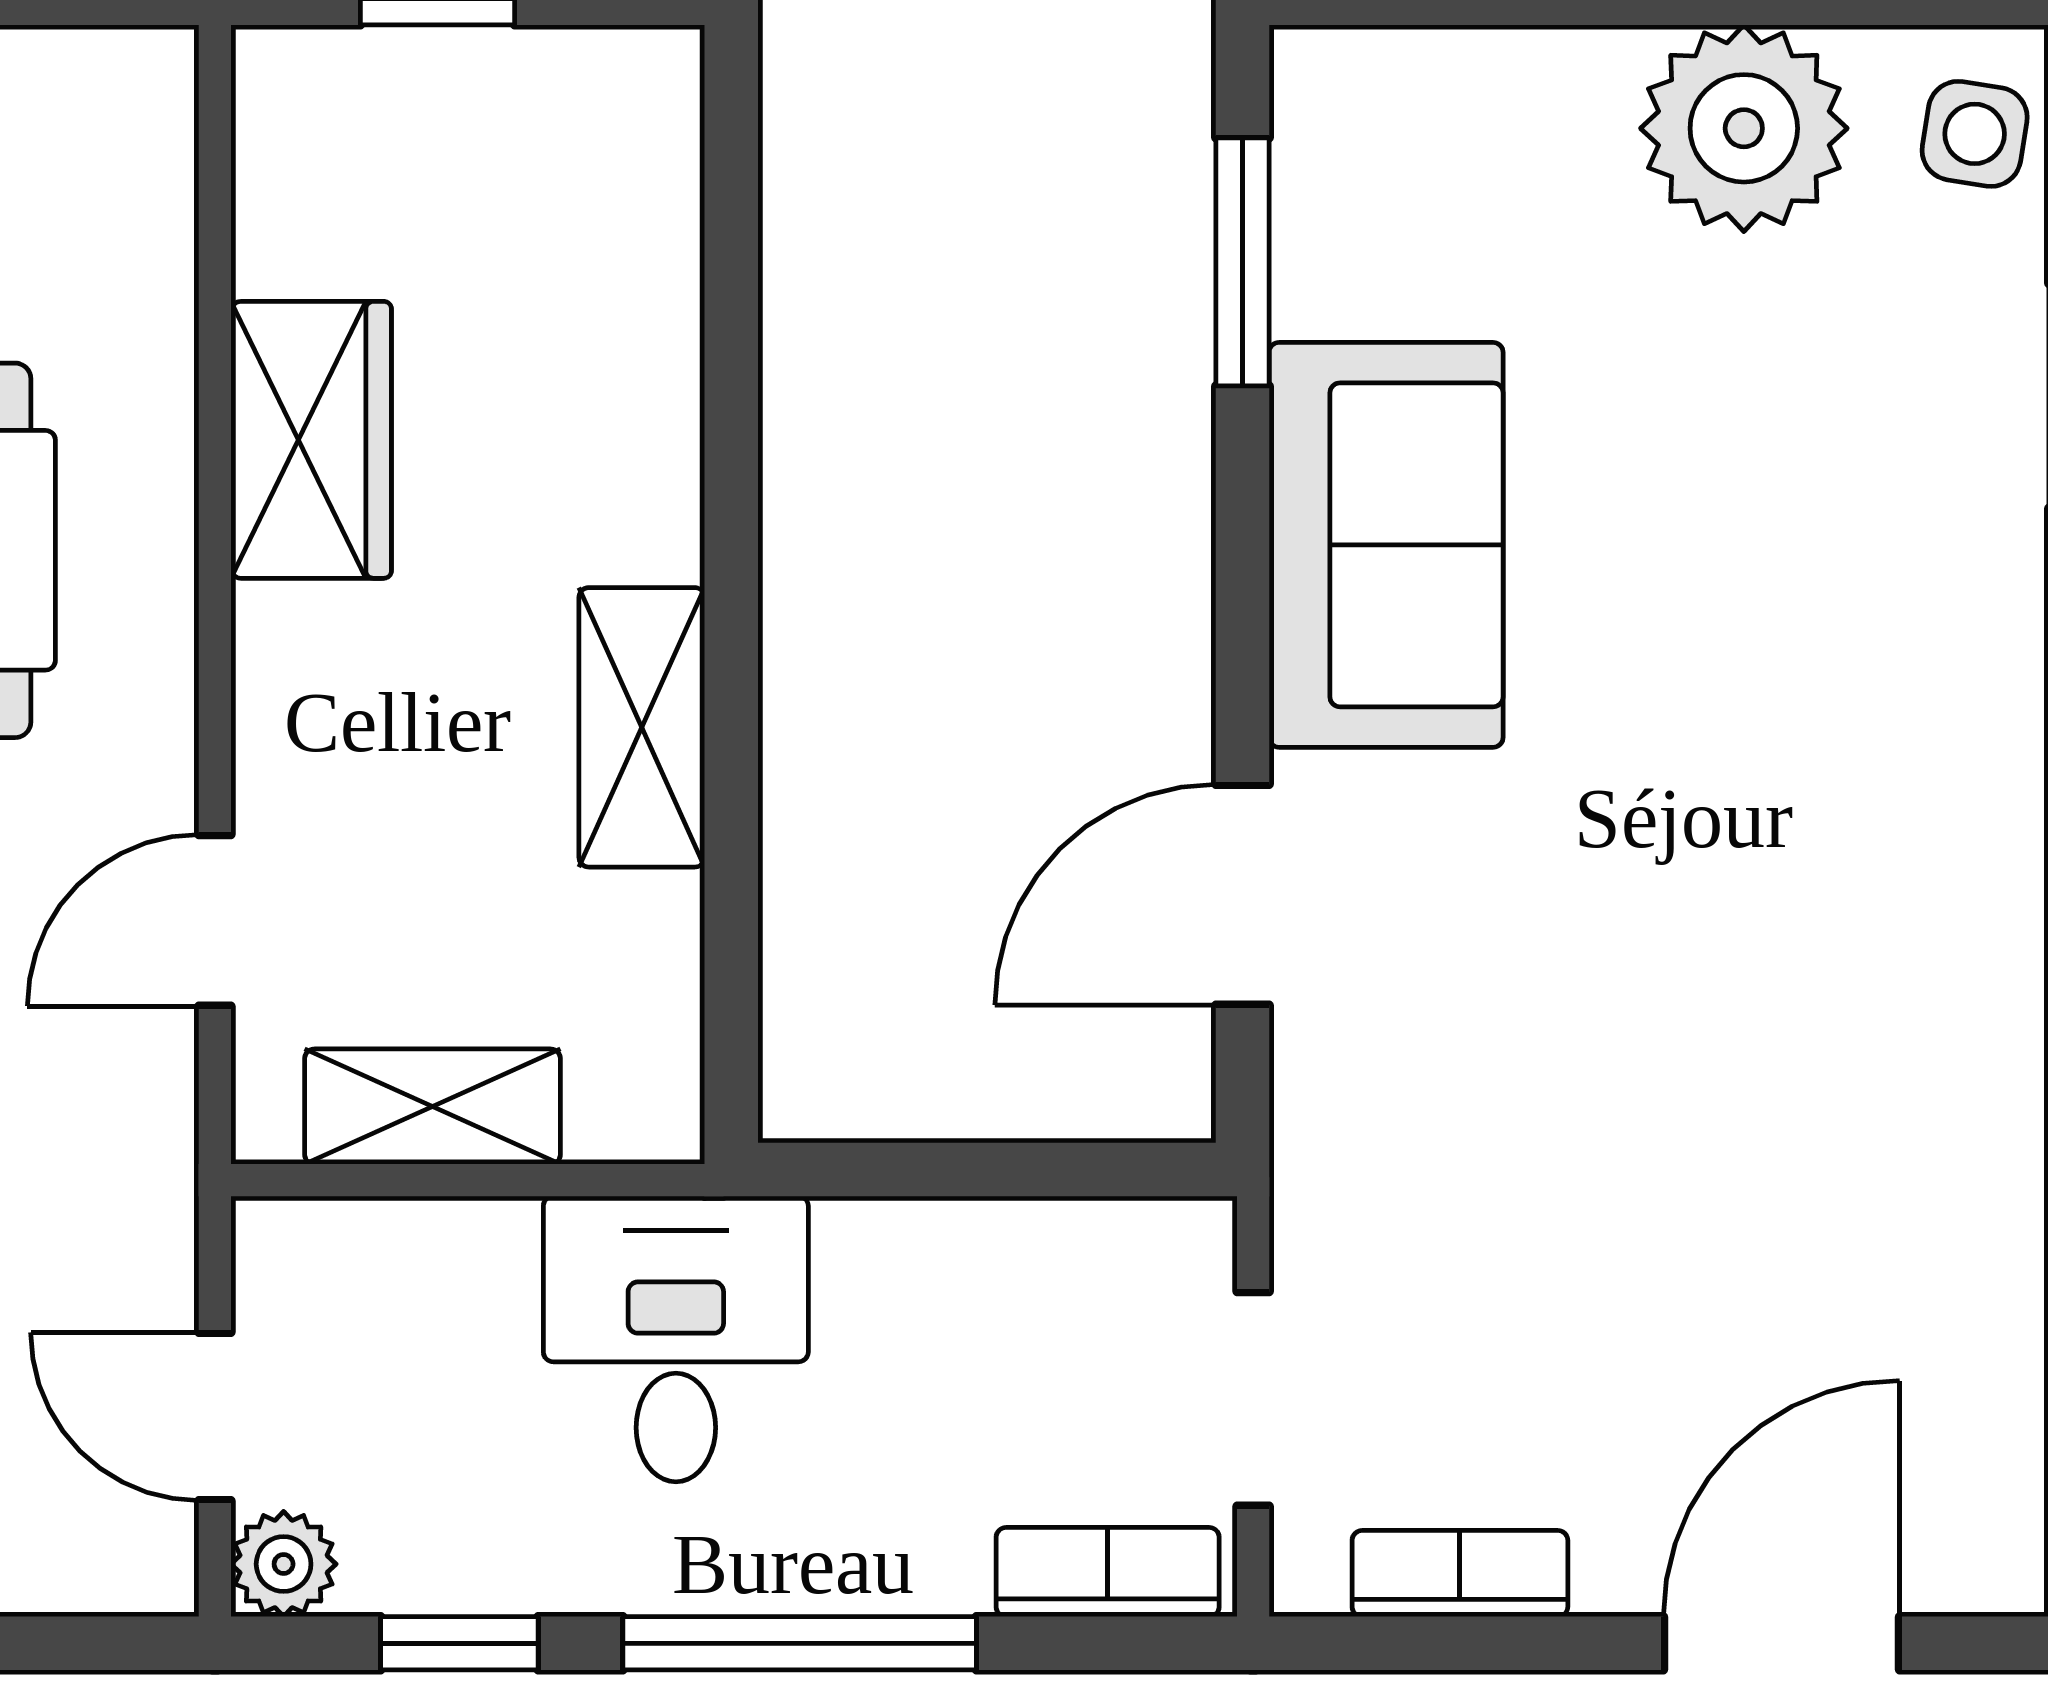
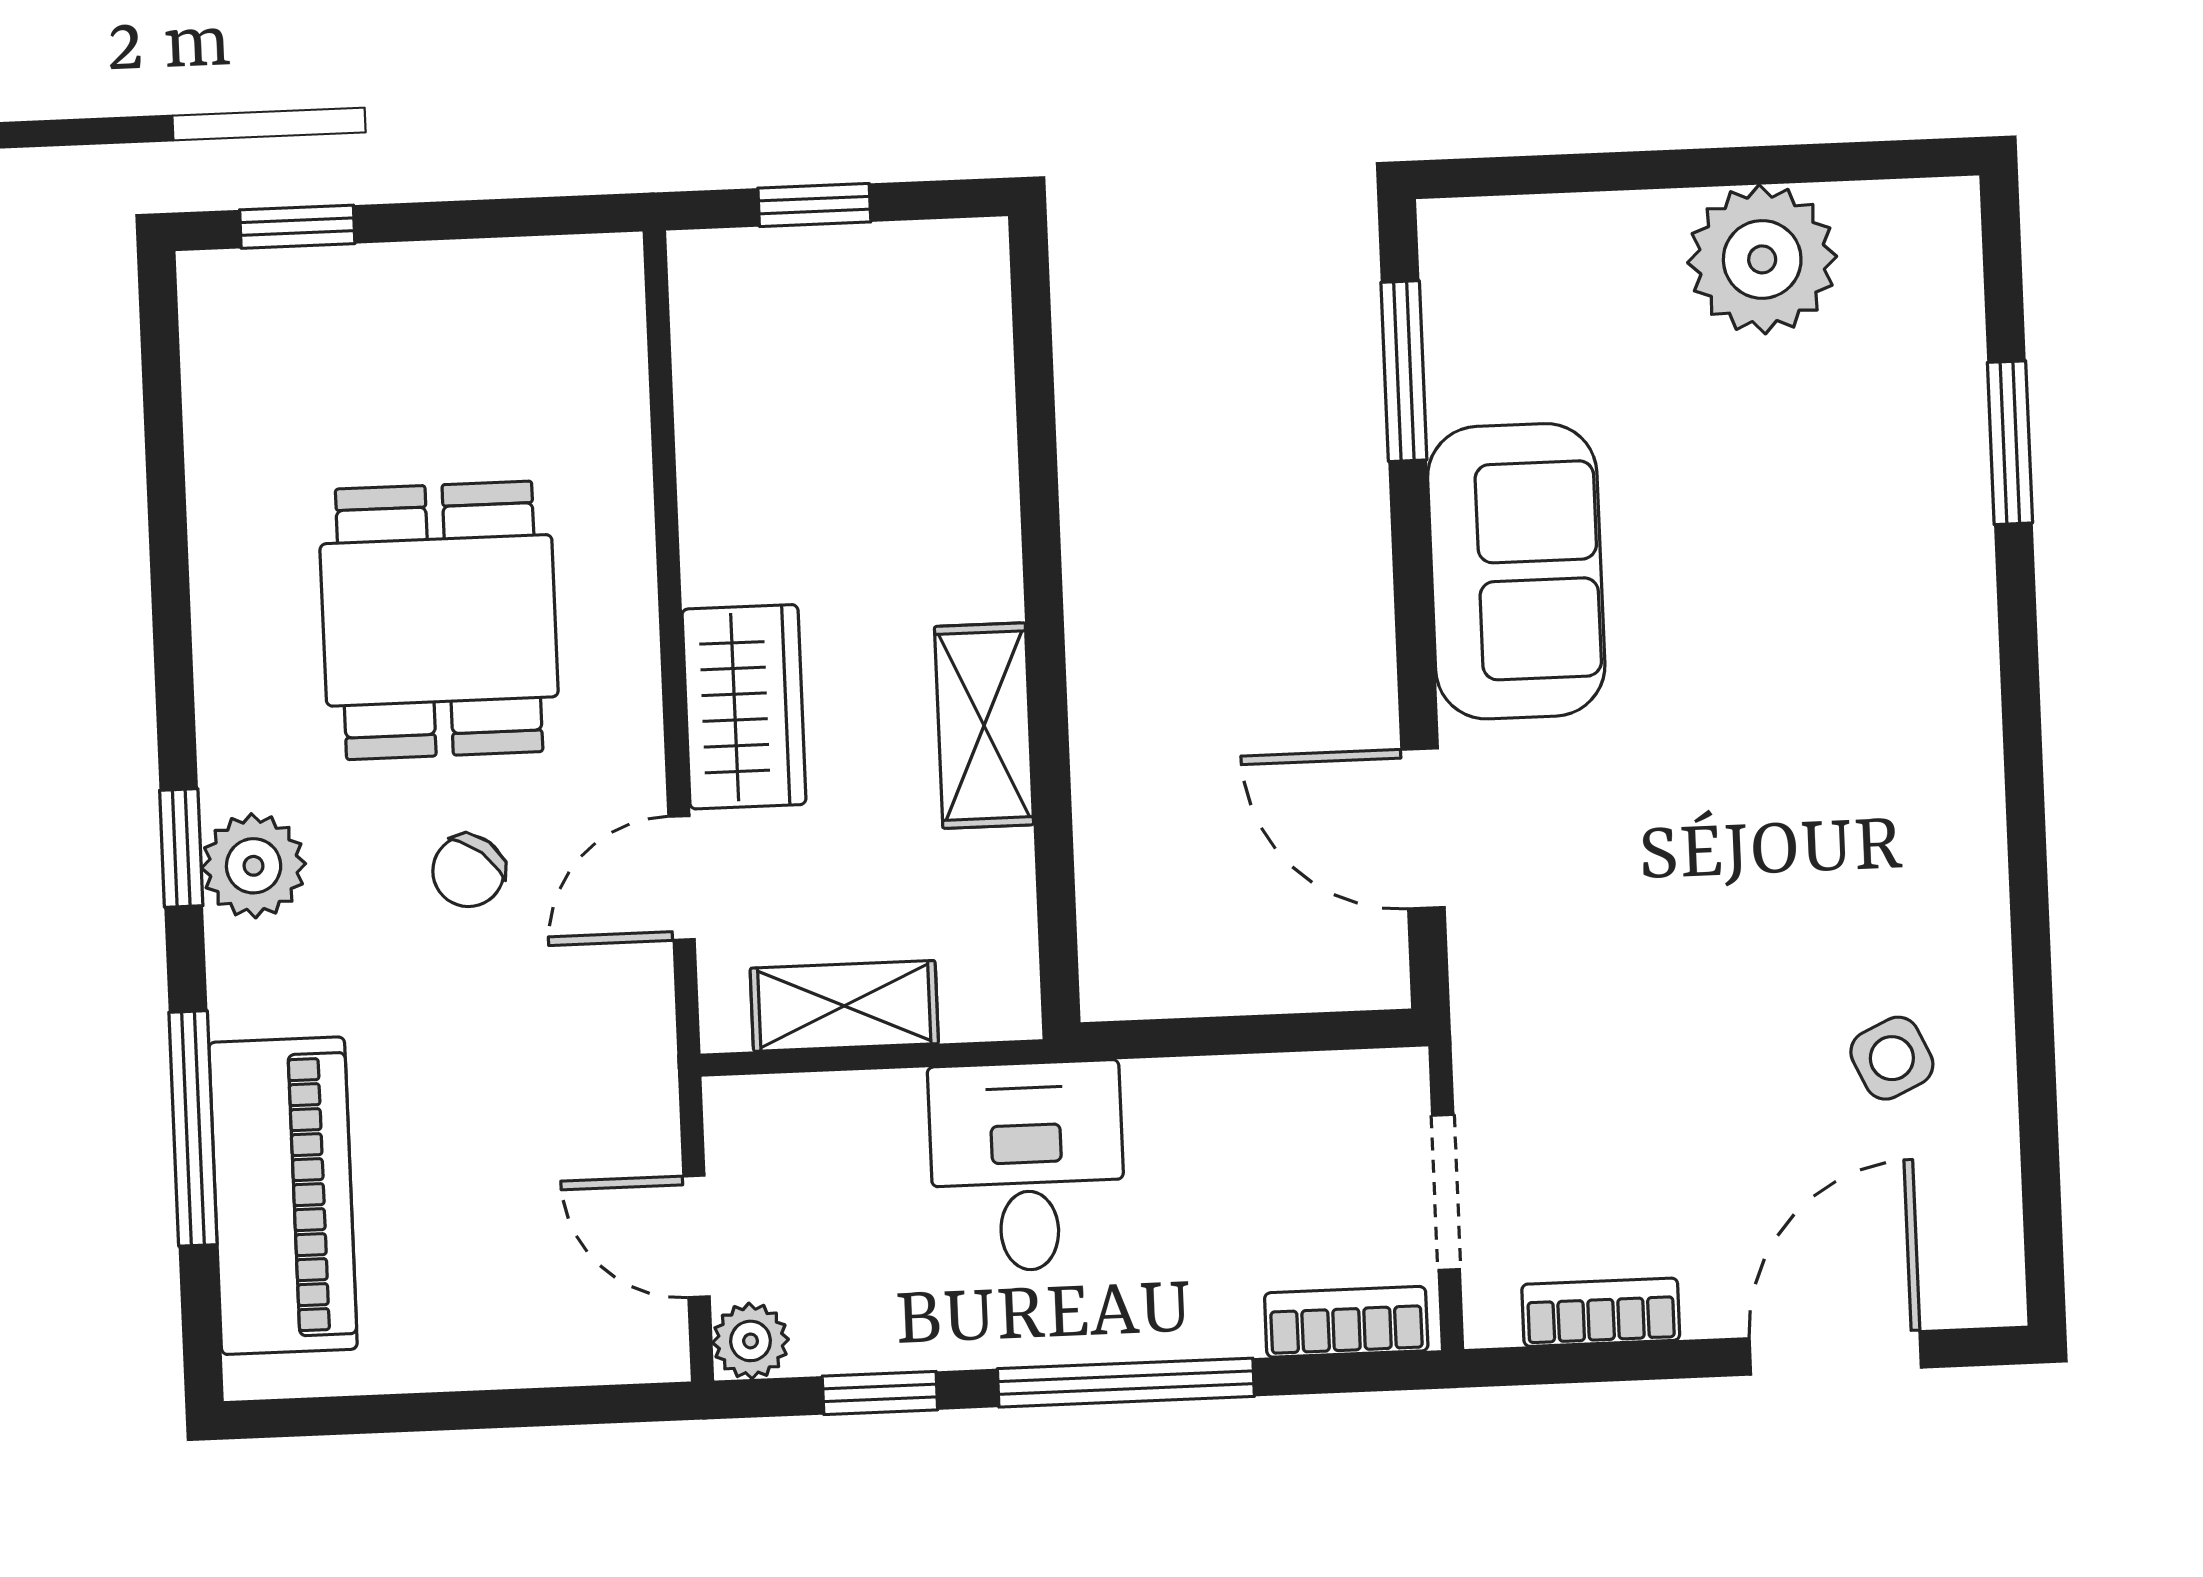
side table: (1975, 134) -> (1892, 1058), moved, turned -34
wardrobe: (311, 440) -> (744, 707), moved
door: (1242, 895) -> (1423, 828), hinge flipped

